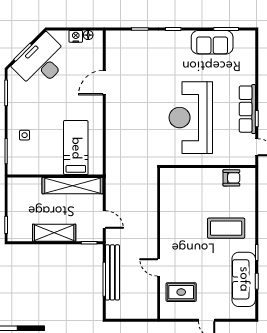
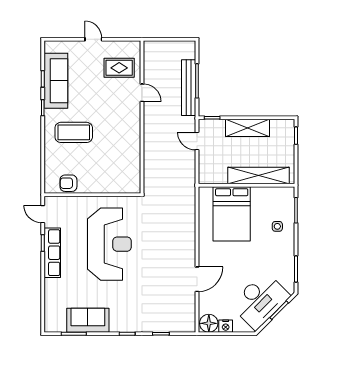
floor lamp: (88, 35) -> (209, 323), width x1.89, depth x1.89
bed: (76, 148) -> (232, 214), width x1.50
shelving: (72, 186) -> (259, 175), moved

